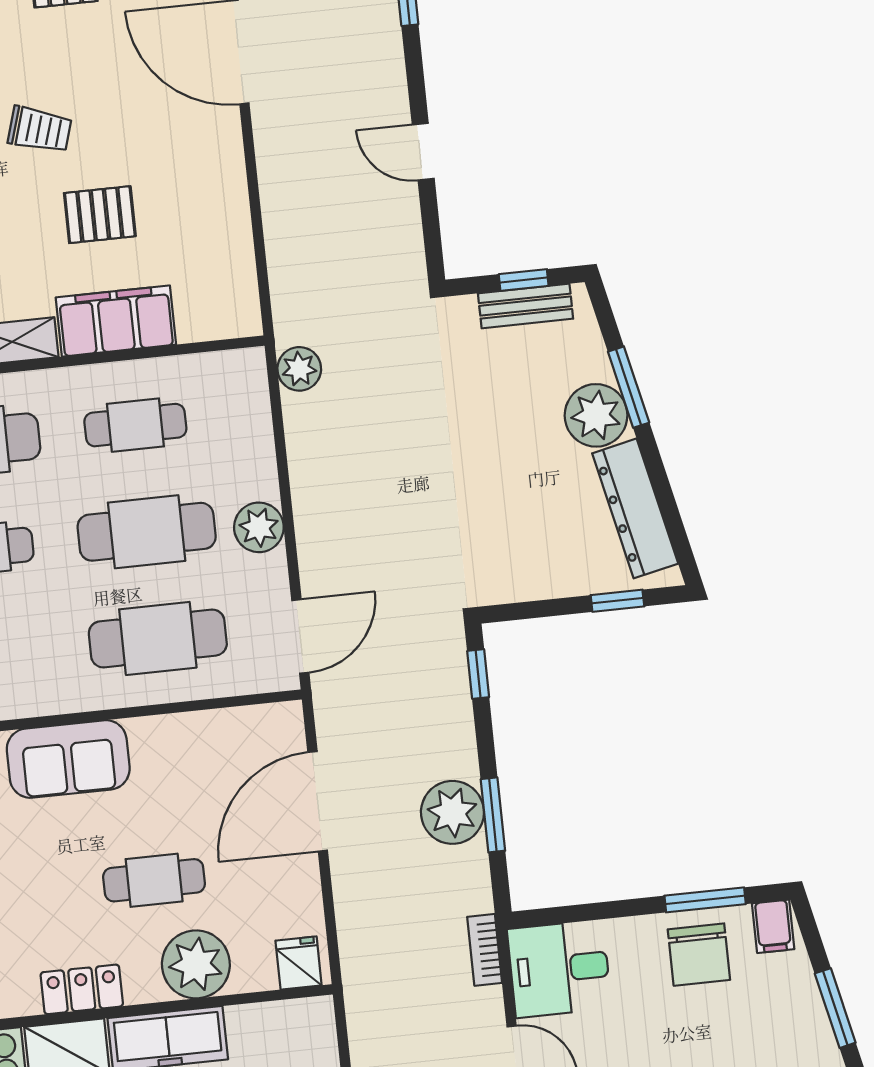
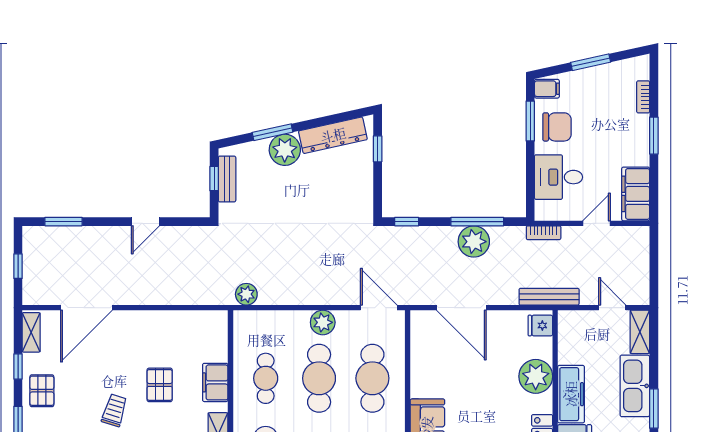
filing cabinet: (116, 321) -> (215, 382), width x0.67, depth x0.86
window: (493, 815) -> (477, 222), width x1.44
cafe table: (154, 880) -> (492, 393), removed
desk: (559, 969) -> (559, 177), moved, turned 90
bench: (358, 974) -> (549, 297), added

